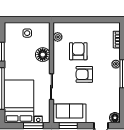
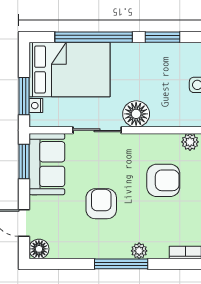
floor lamp: (43, 55) -> (136, 114), moved
armchair: (84, 74) -> (101, 204), moved

